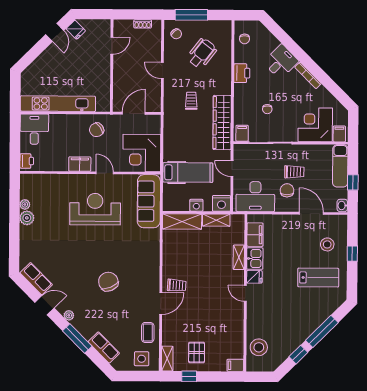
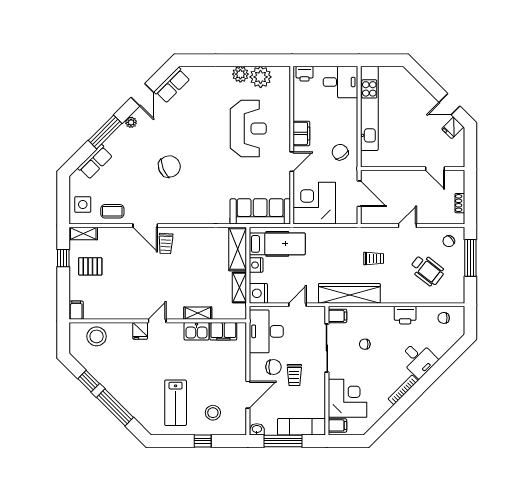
hospital bed: (188, 172) -> (277, 244), moved, turned -90
window: (353, 182) -> (283, 441), width x2.17
plant: (25, 204) -> (261, 77), width x1.87, depth x1.87
reception desk: (95, 209) -> (248, 129), moved
fridge: (254, 277) -> (140, 331), moved

